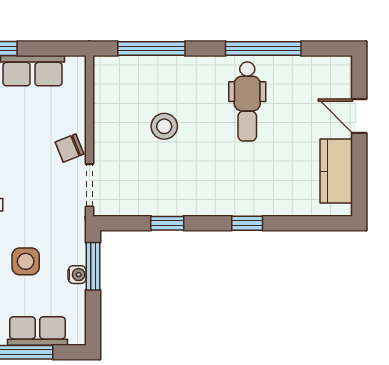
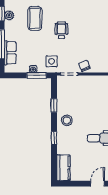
stool: (164, 126) -> (67, 120), moved
kitchen counter: (336, 171) -> (63, 168), moved, turned 90
side table: (26, 261) -> (52, 61), moved

